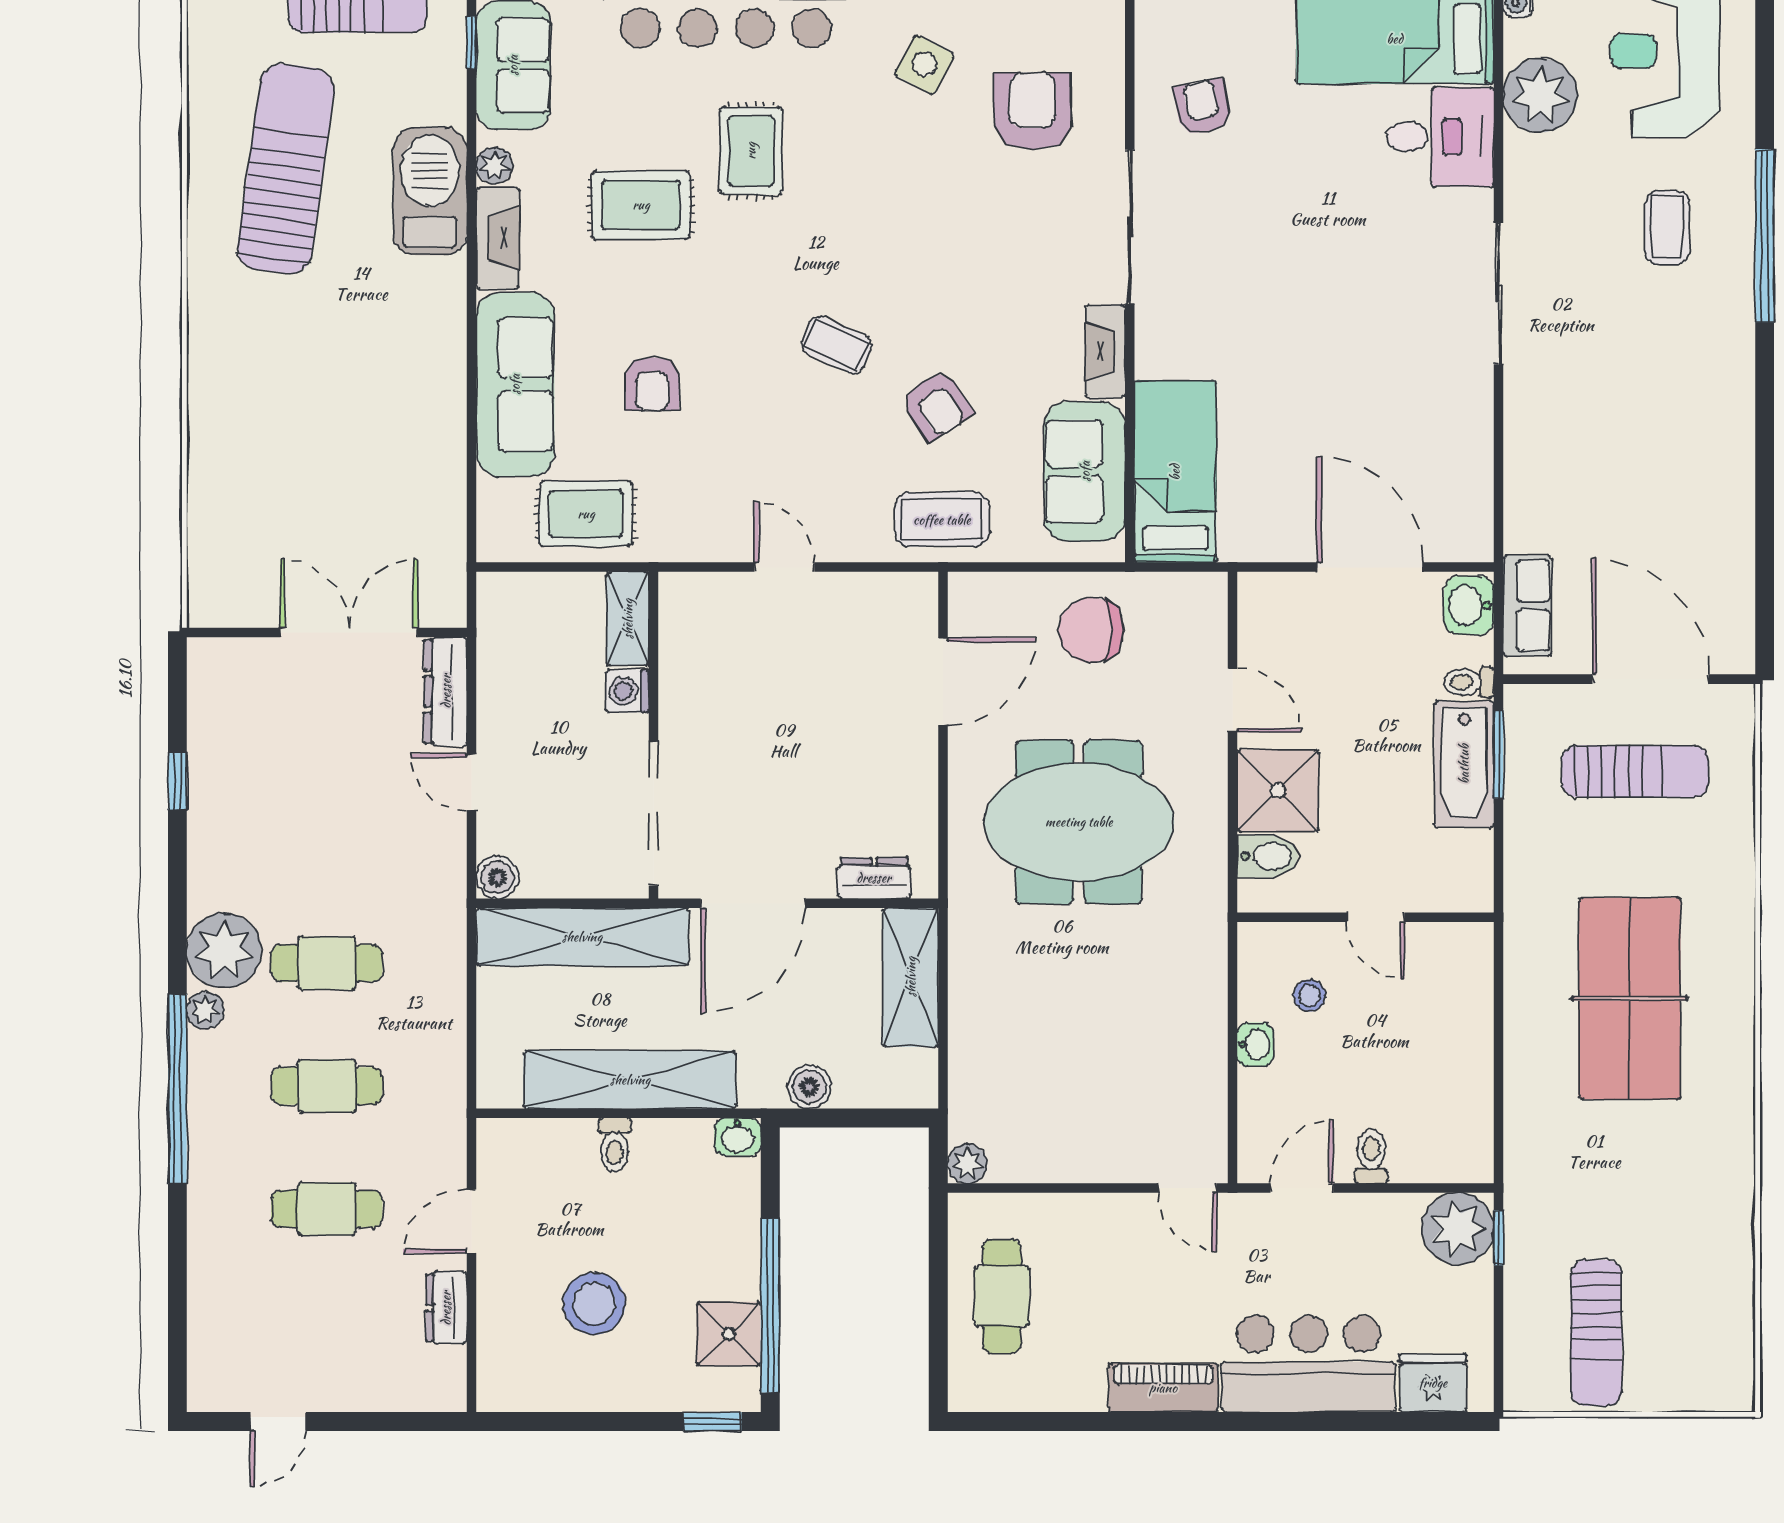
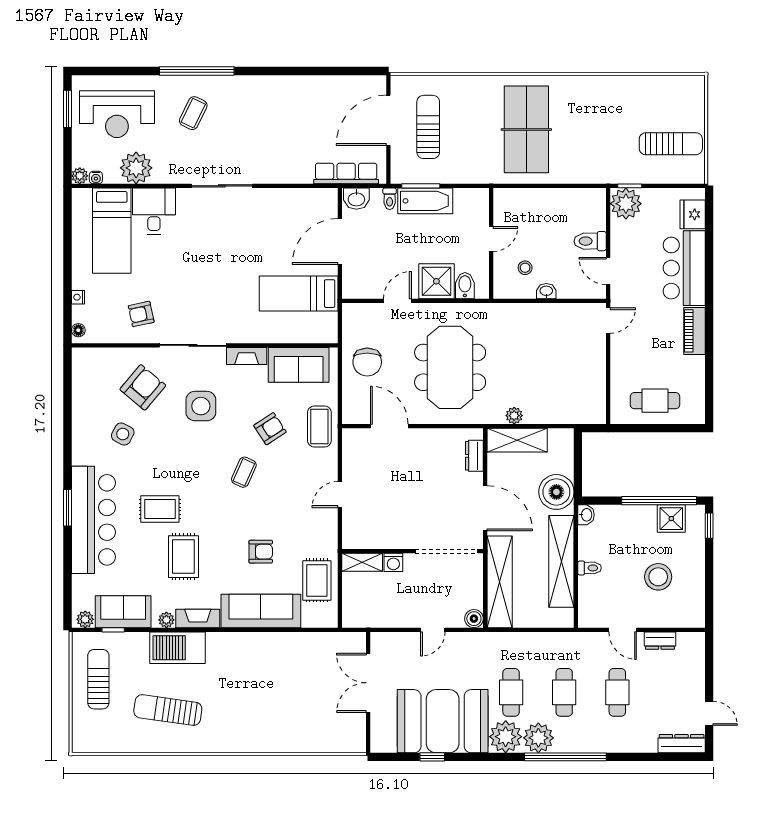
armchair: (1033, 111) -> (143, 387), turned 130
sun lounger: (286, 169) -> (168, 710), width x0.73, depth x0.75
coffee table: (1667, 228) -> (193, 113), turned -64
side table: (989, 245) -> (201, 406), added
bed: (1175, 472) -> (299, 294), moved
row of seats: (1527, 606) -> (346, 174), width x1.48
dresser: (446, 691) -> (682, 744), moved, turned 180
booth: (260, 805) -> (443, 721), added
table tennis table: (1629, 999) -> (526, 129), turned 90
plant: (205, 1010) -> (538, 738), width x1.88, depth x1.88
boiler: (809, 1087) -> (556, 492), width x1.86, depth x1.86
toilet: (1371, 1156) -> (590, 241), width x1.37, depth x1.39
plant: (967, 1164) -> (514, 416), moved

